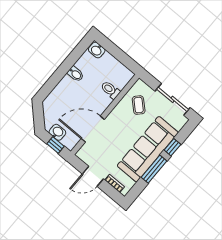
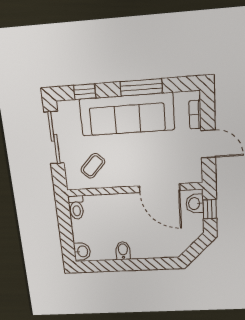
toilet: (110, 90) -> (76, 208), moved
washbasin: (57, 132) -> (195, 204), moved
window: (172, 147) -> (85, 92), moved

